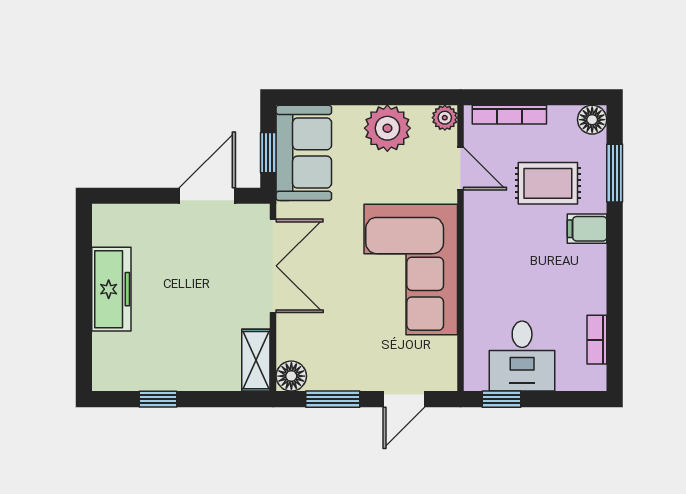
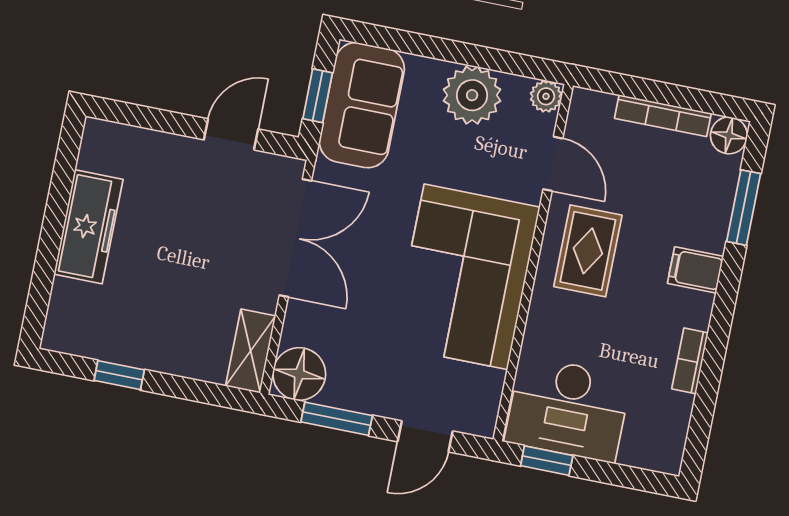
bookcase: (509, 115) -> (663, 116), moved
rug: (548, 183) -> (588, 251), moved, turned 90
door: (207, 196) -> (231, 134), width x0.73
bookcase: (597, 340) -> (690, 361), moved
desk: (522, 356) -> (568, 409), width x1.37
floor lamp: (291, 376) -> (299, 374), width x1.38, depth x1.38

